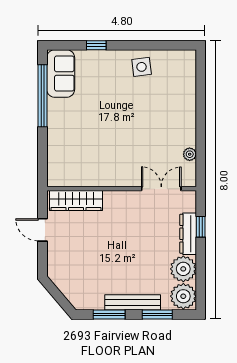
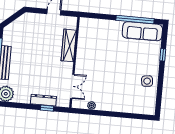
sofa: (61, 73) -> (142, 31), width x1.36
wardrobe: (76, 200) -> (69, 45), moved
plant: (183, 269) -> (22, 95), removed

